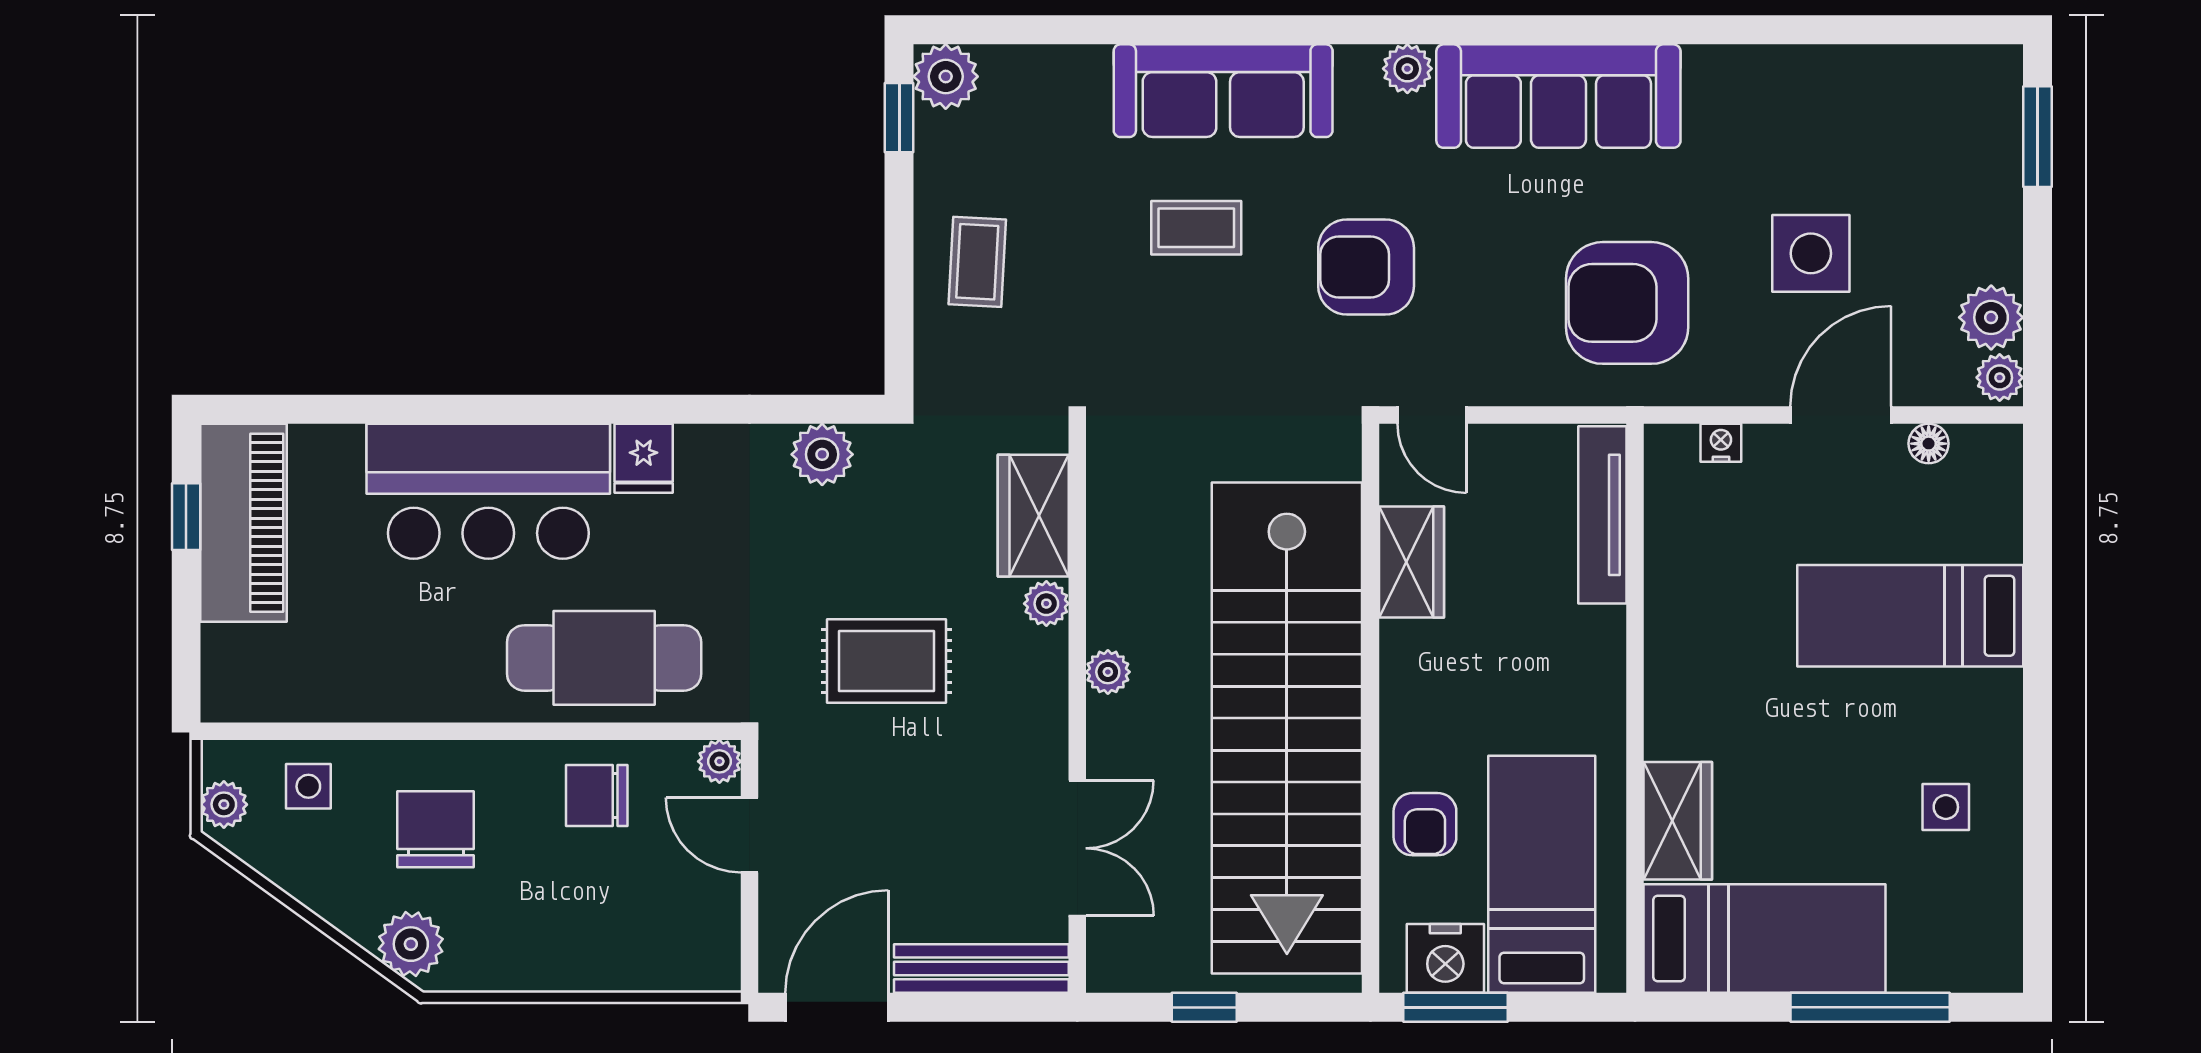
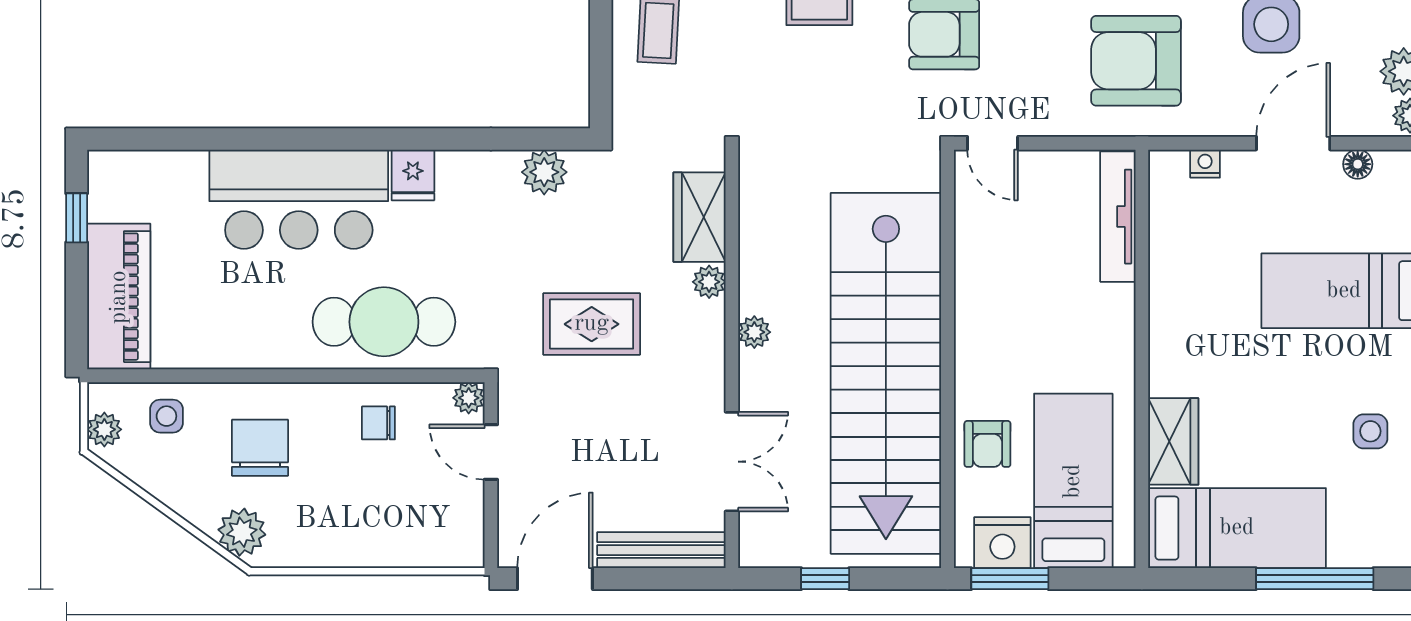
piano: (244, 523) -> (119, 297), moved
wardrobe: (1411, 562) -> (978, 251), removed
chair: (597, 796) -> (378, 423), width x0.73, depth x0.73

